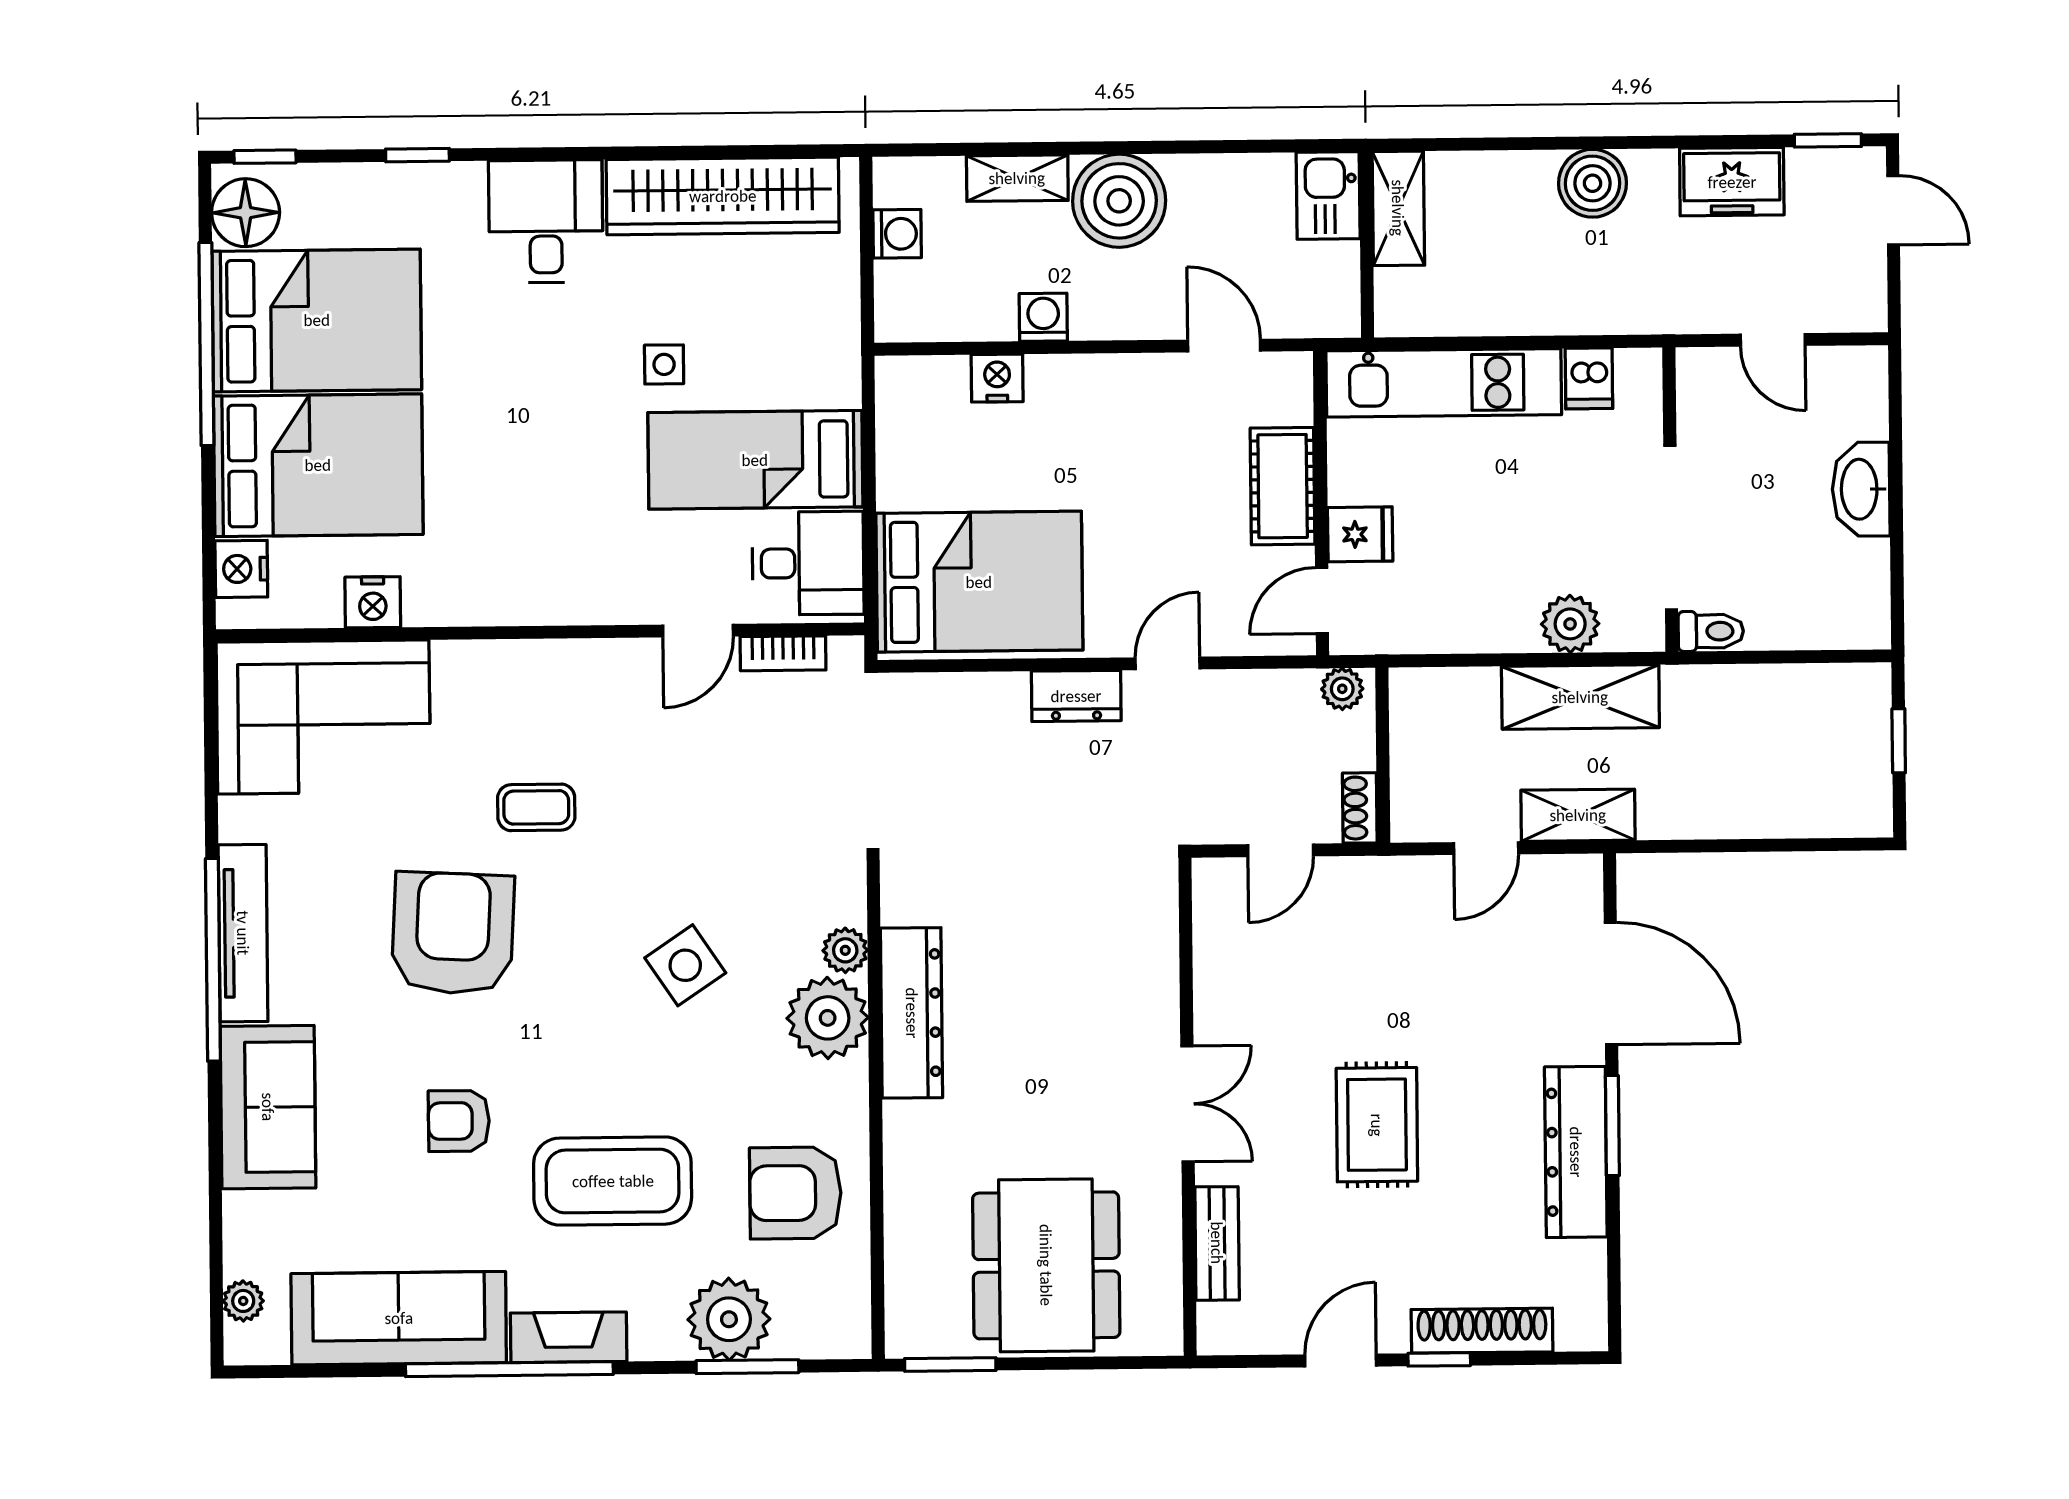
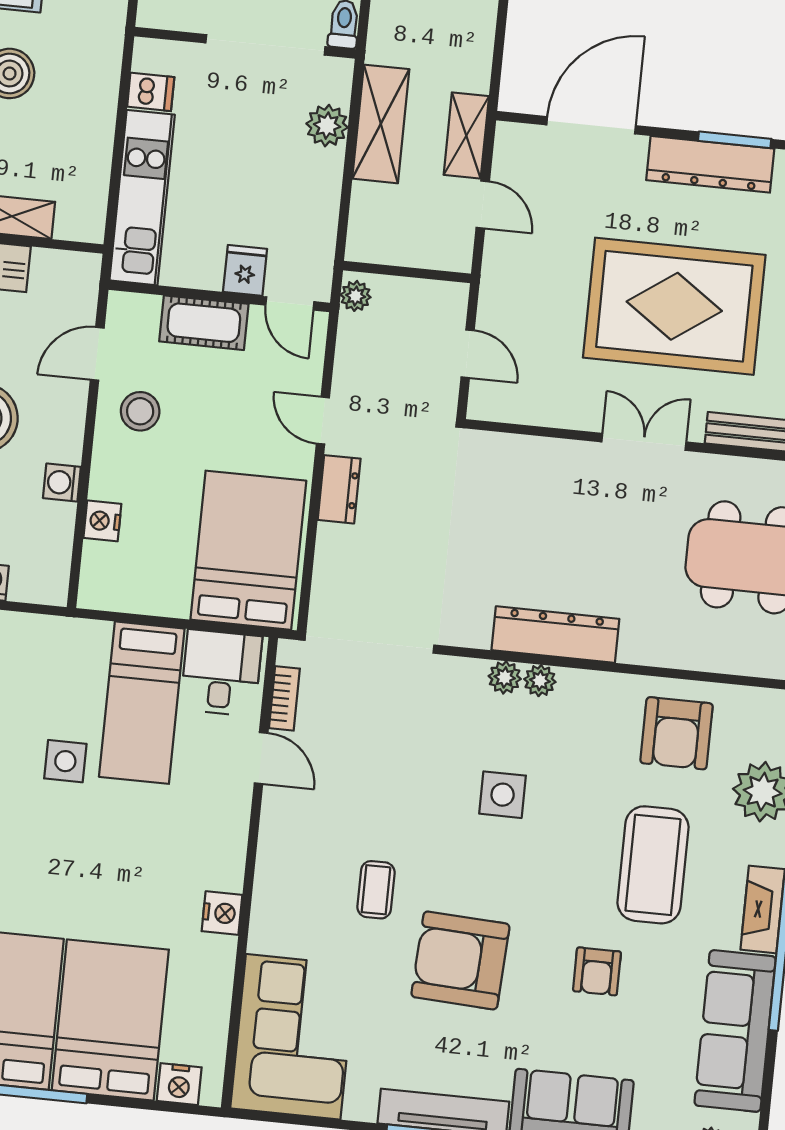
side table: (664, 364) -> (65, 761), width x1.37, depth x1.37
stool: (1152, 413) -> (140, 411), added
nightstand: (373, 602) -> (222, 913), moved
shoe rack: (1360, 808) -> (443, 293), removed
side table: (685, 965) -> (503, 795), turned 34
plant: (828, 1018) -> (540, 681), width x0.53, depth x0.53
rug: (1377, 1125) -> (674, 306), width x1.86, depth x2.06
window: (1612, 1126) -> (735, 140), moved

